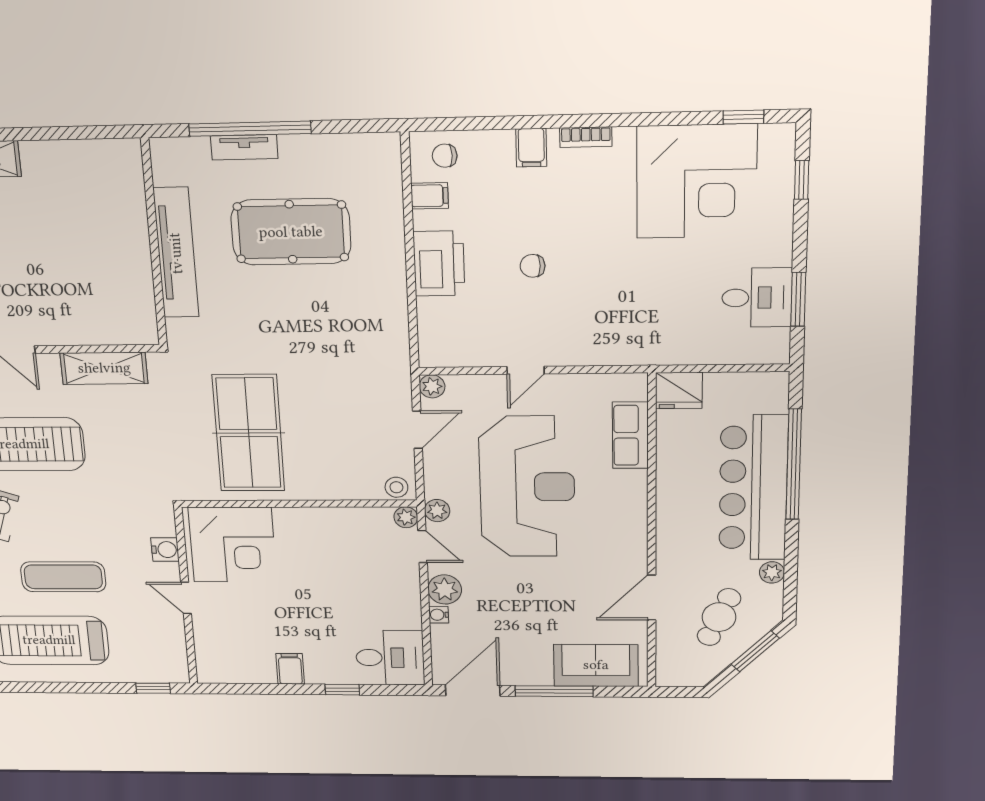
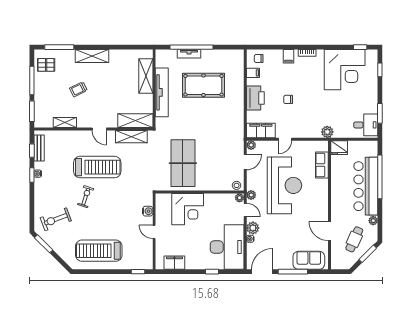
shelving: (128, 210) -> (146, 76), added
desk: (757, 298) -> (366, 125), moved
shelving: (111, 328) -> (135, 121), added
filing cabinet: (457, 348) -> (261, 130), added
plant: (646, 350) -> (327, 132), added
corner desk: (232, 545) -> (188, 209), moved
exercise mat: (63, 577) -> (107, 223), removed
door: (652, 598) -> (330, 231), hinge flipped
desk: (390, 658) -> (227, 247), width x1.87, depth x1.30
filing cabinet: (290, 669) -> (174, 263), moved, width x2.00

